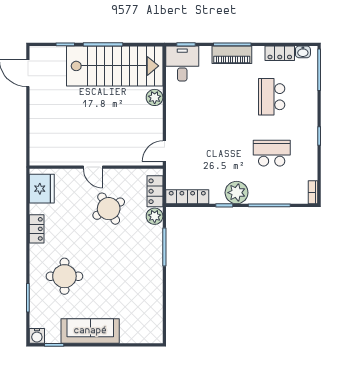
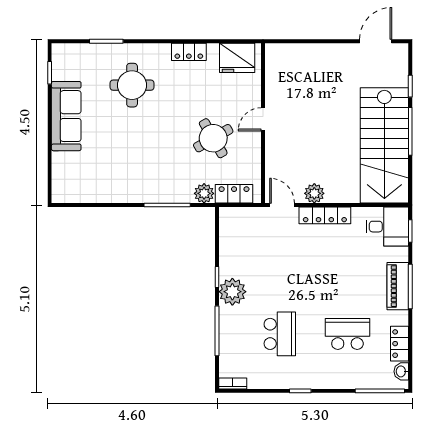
plant: (155, 97) -> (314, 193), moved
locker: (187, 197) -> (325, 215), moved, turned 90
water cooler: (37, 336) -> (60, 52), removed

